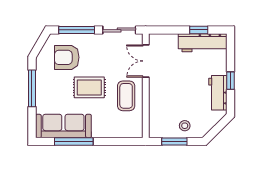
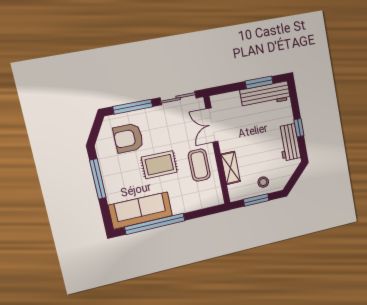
window: (199, 30) -> (259, 82), width x1.50
shelving: (155, 105) -> (231, 168), added
window: (74, 141) -> (155, 224), width x1.46

